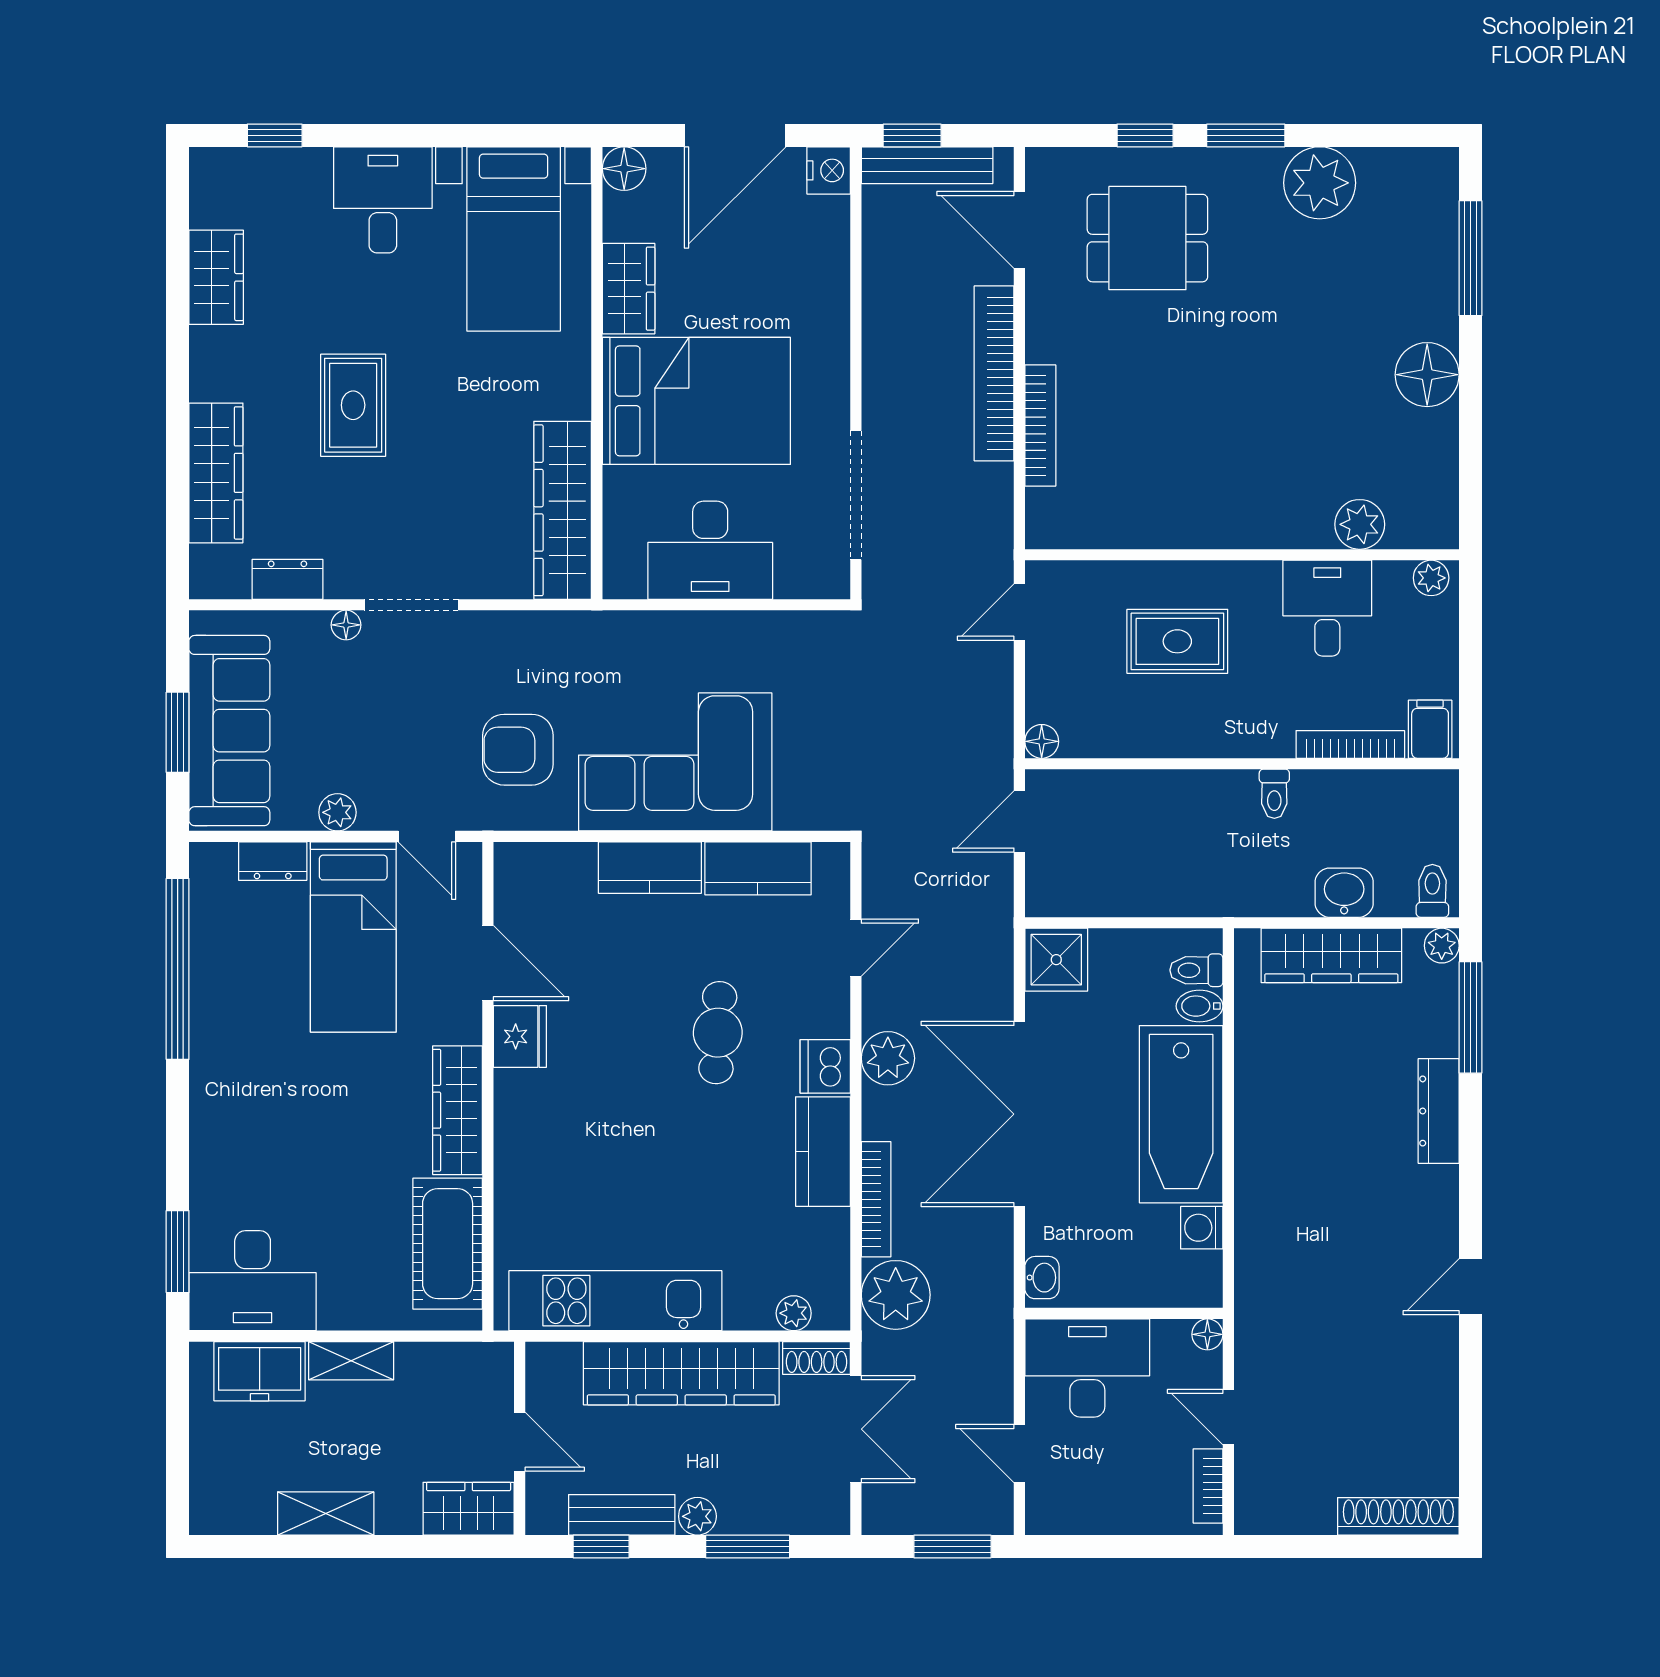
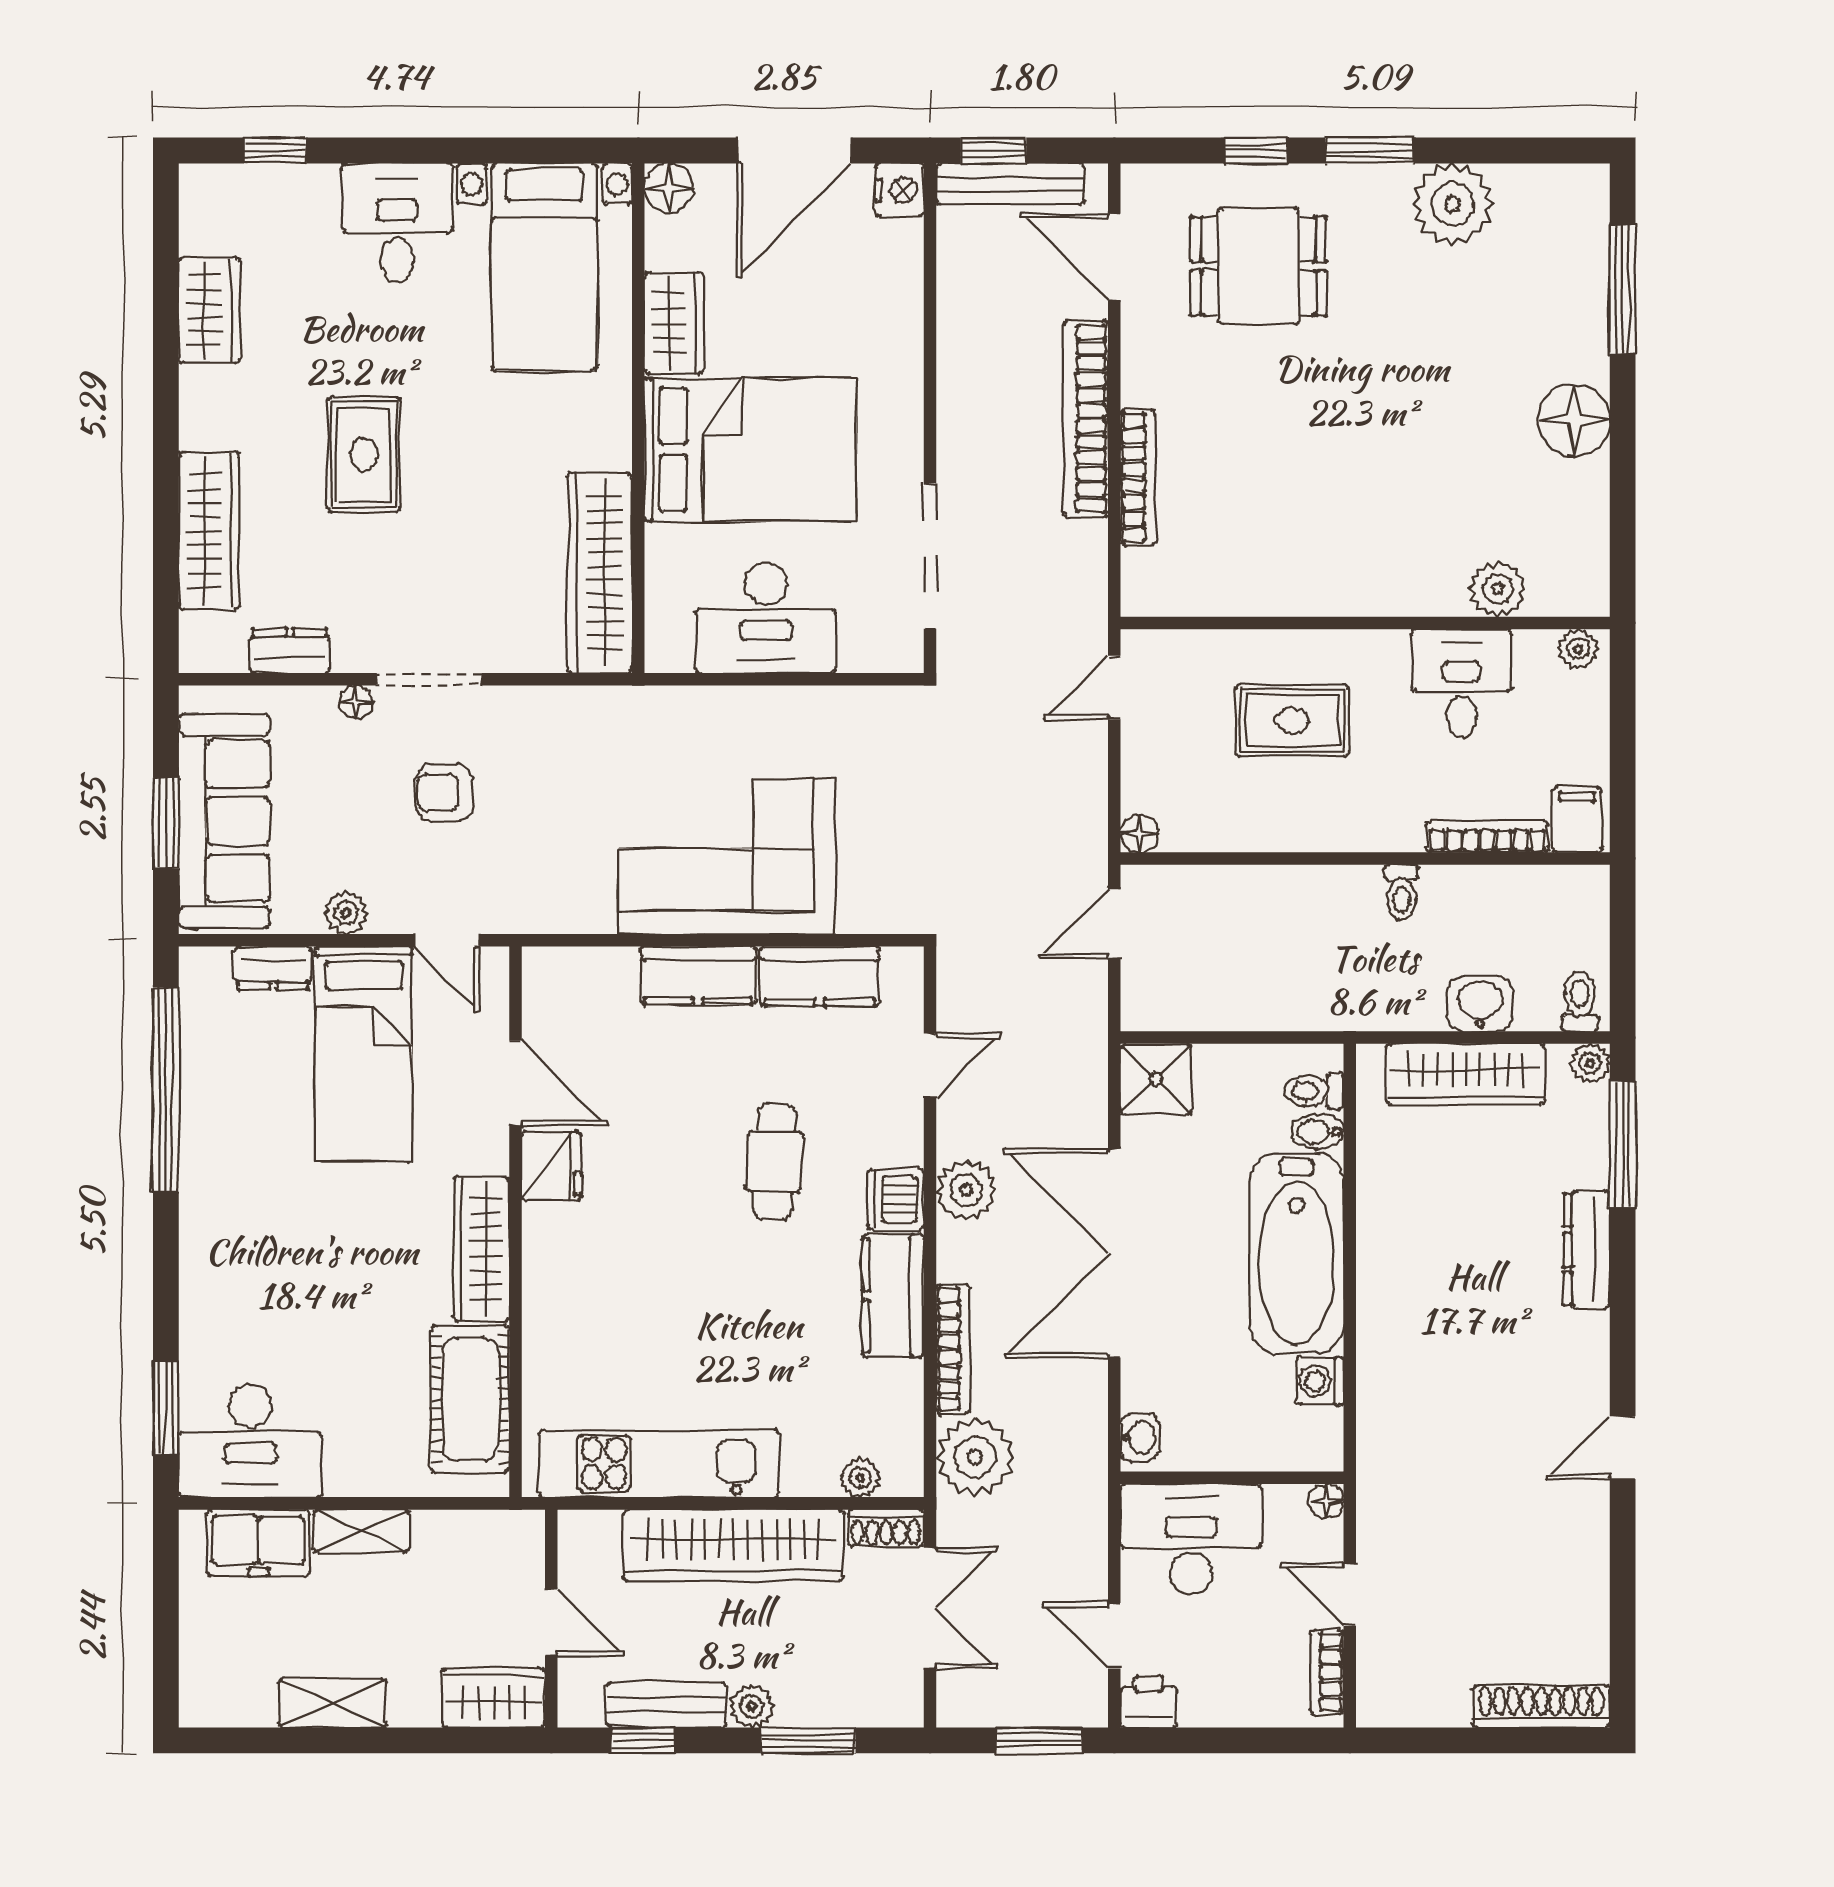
armchair: (518, 750) -> (445, 792), moved, width x0.72, depth x0.72
printer: (1050, 1512) -> (1149, 1702), added

